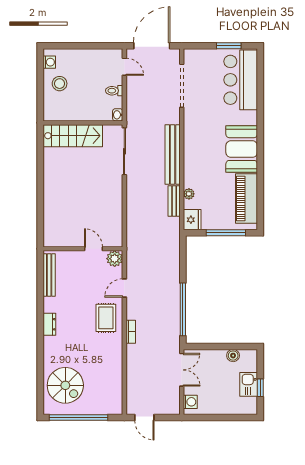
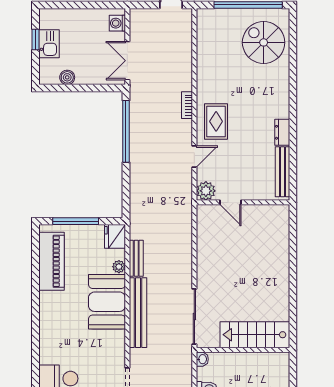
booth: (242, 149) -> (107, 302), moved
dresser: (49, 324) -> (282, 132), moved

